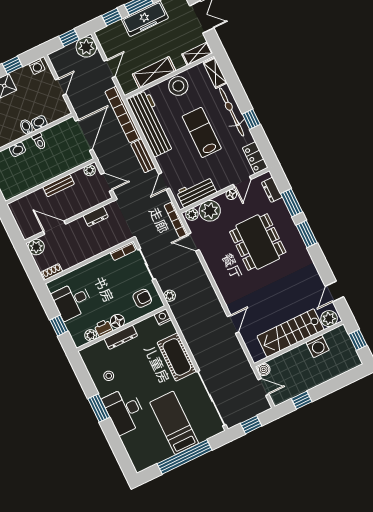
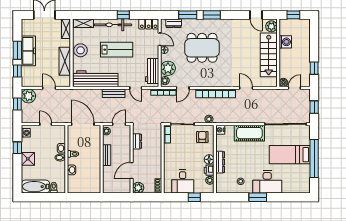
bookcase: (123, 114) -> (216, 93), moved
lab bench: (202, 132) -> (117, 50), turned 180

